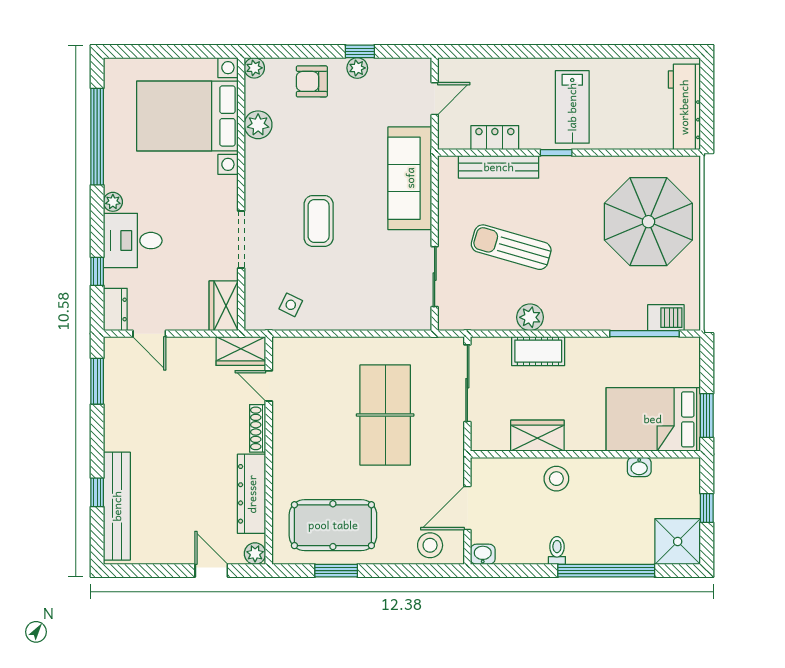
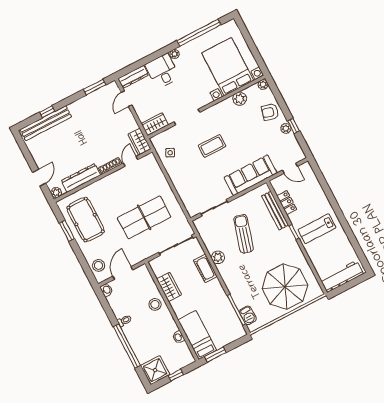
armchair: (312, 81) -> (270, 112), turned -75
window: (97, 271) -> (141, 63), removed
dresser: (115, 309) -> (133, 77), width x1.44
bed: (653, 419) -> (197, 335), width x0.67
door: (467, 508) -> (123, 273), hinge flipped

